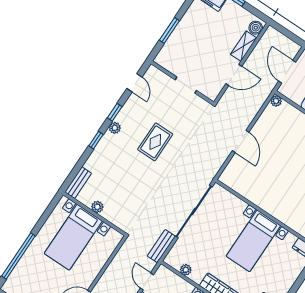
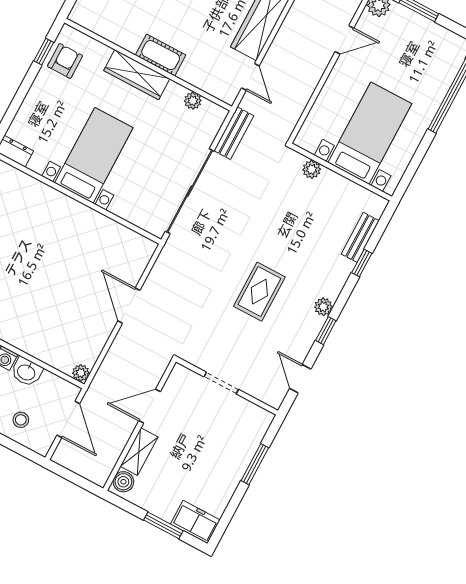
window: (96, 140) -> (362, 263), moved
bench: (78, 183) -> (360, 237), moved
plant: (97, 207) -> (312, 169), moved

